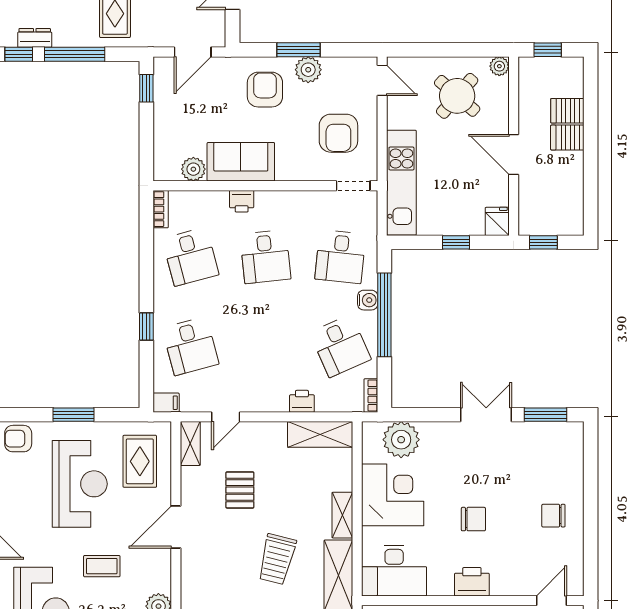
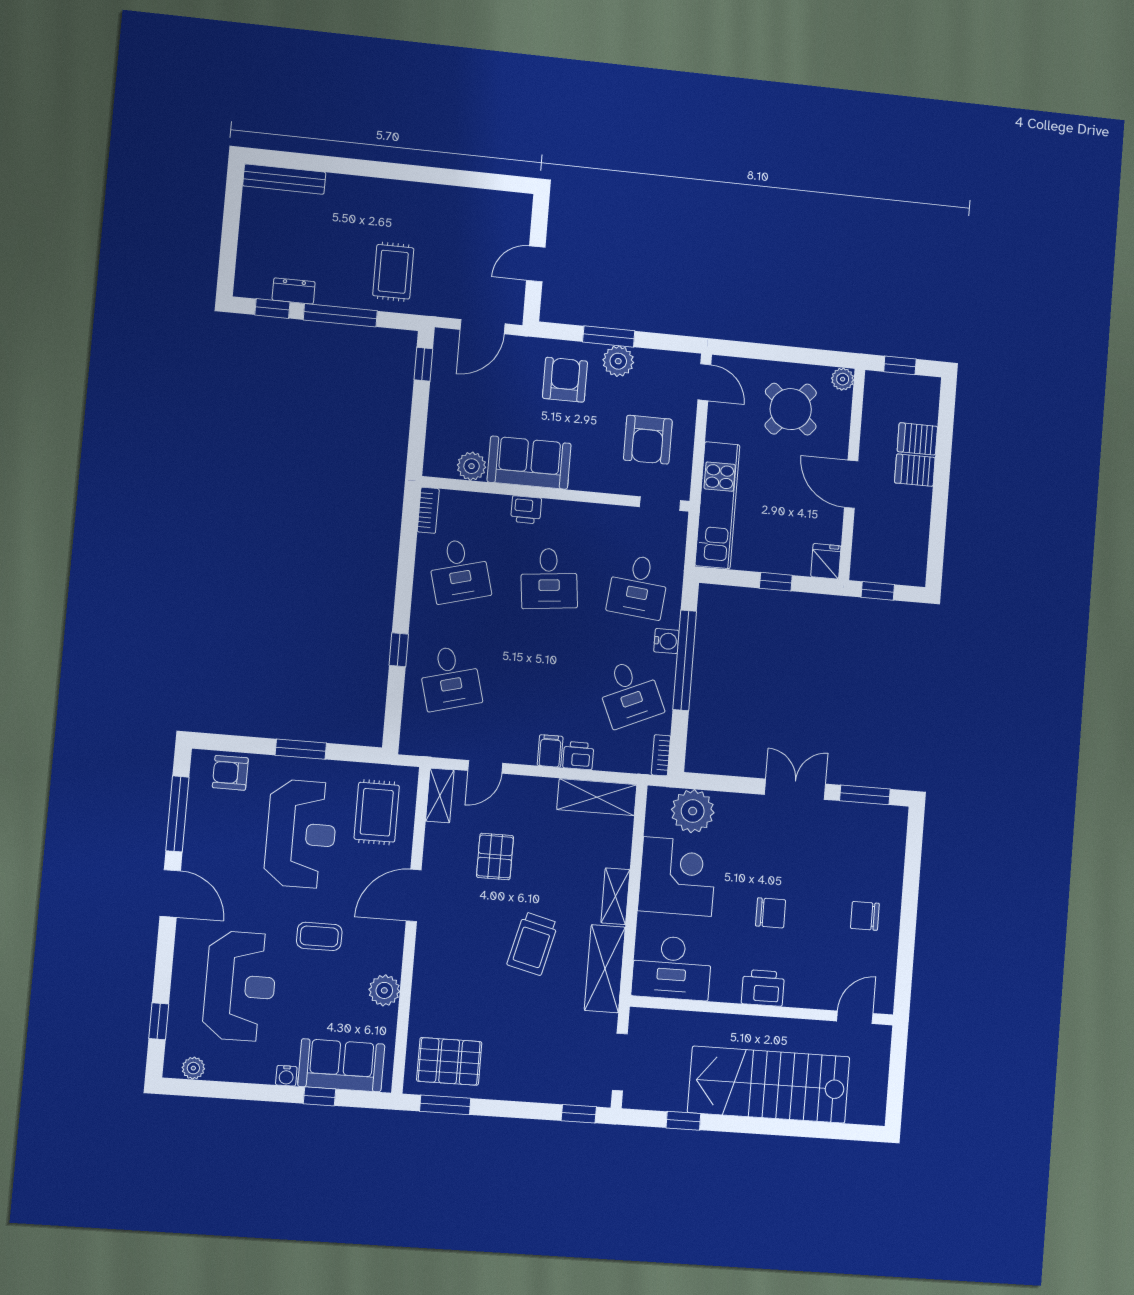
filing cabinet: (166, 403) -> (550, 751), moved, turned -90

